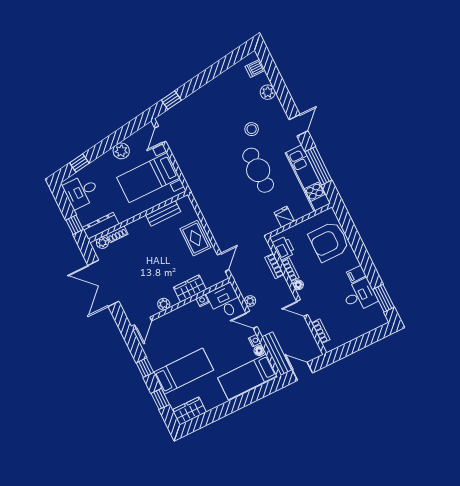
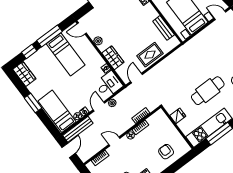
armchair: (329, 241) -> (166, 152), width x0.53, depth x0.53
printer: (284, 248) -> (155, 120), removed
door: (223, 262) -> (136, 78), swing flipped
door: (302, 308) -> (114, 141), hinge flipped
window: (145, 368) -> (50, 36), width x2.17
bed: (184, 371) -> (66, 54), moved
window: (230, 407) -> (33, 103), added

